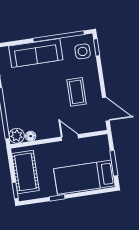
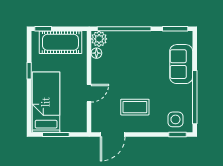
sofa: (36, 53) -> (181, 64), width x0.73

